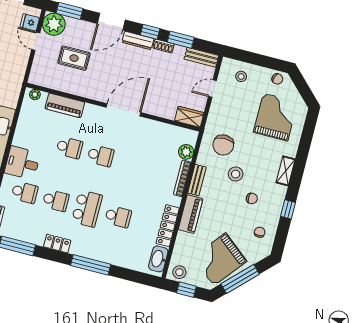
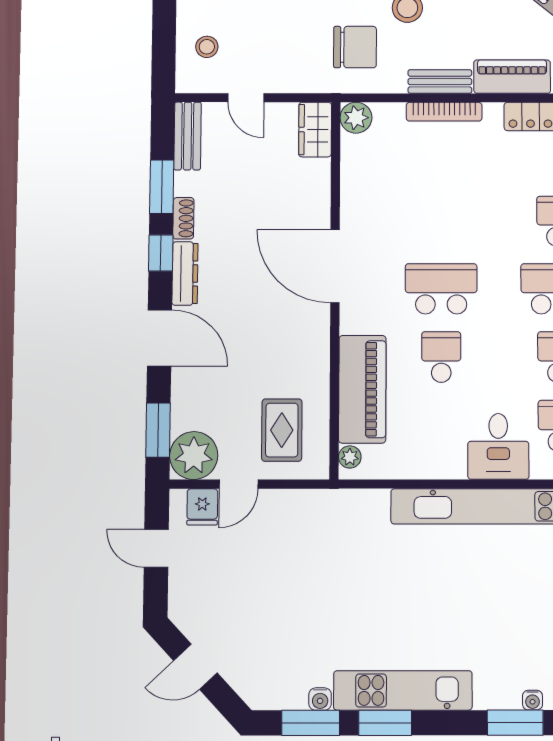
rug: (74, 58) -> (282, 430), moved
piano: (65, 105) -> (362, 389), width x1.37, depth x1.33
plant: (186, 152) -> (356, 118), moved
school desk: (101, 156) -> (441, 289), width x1.85

